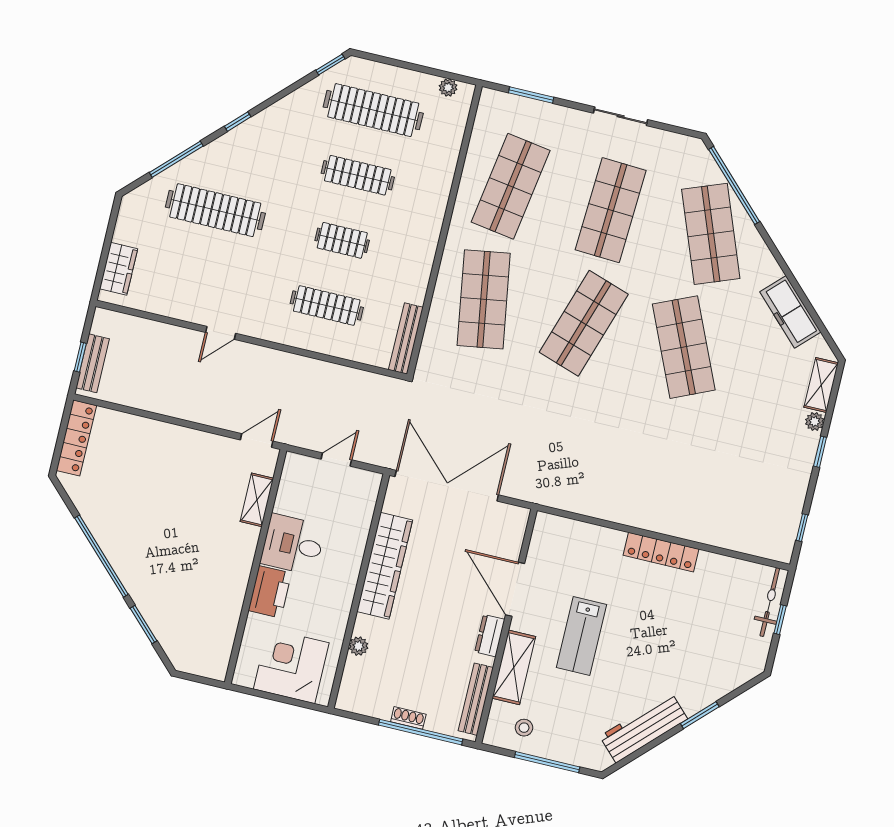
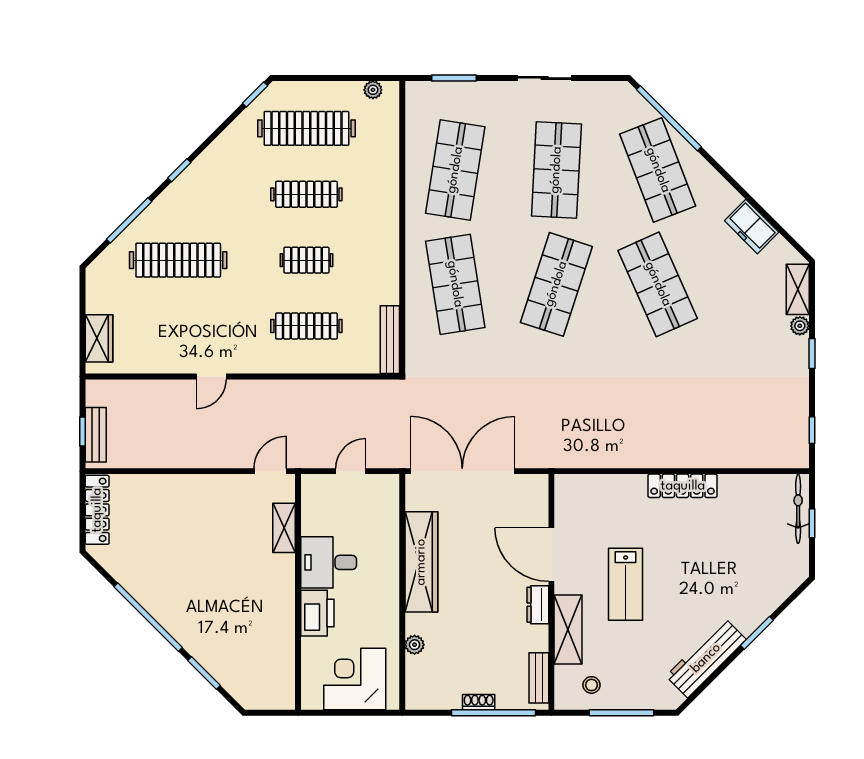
freezer: (790, 312) -> (752, 226), width x0.71
bench: (476, 699) -> (539, 678), width x0.73

